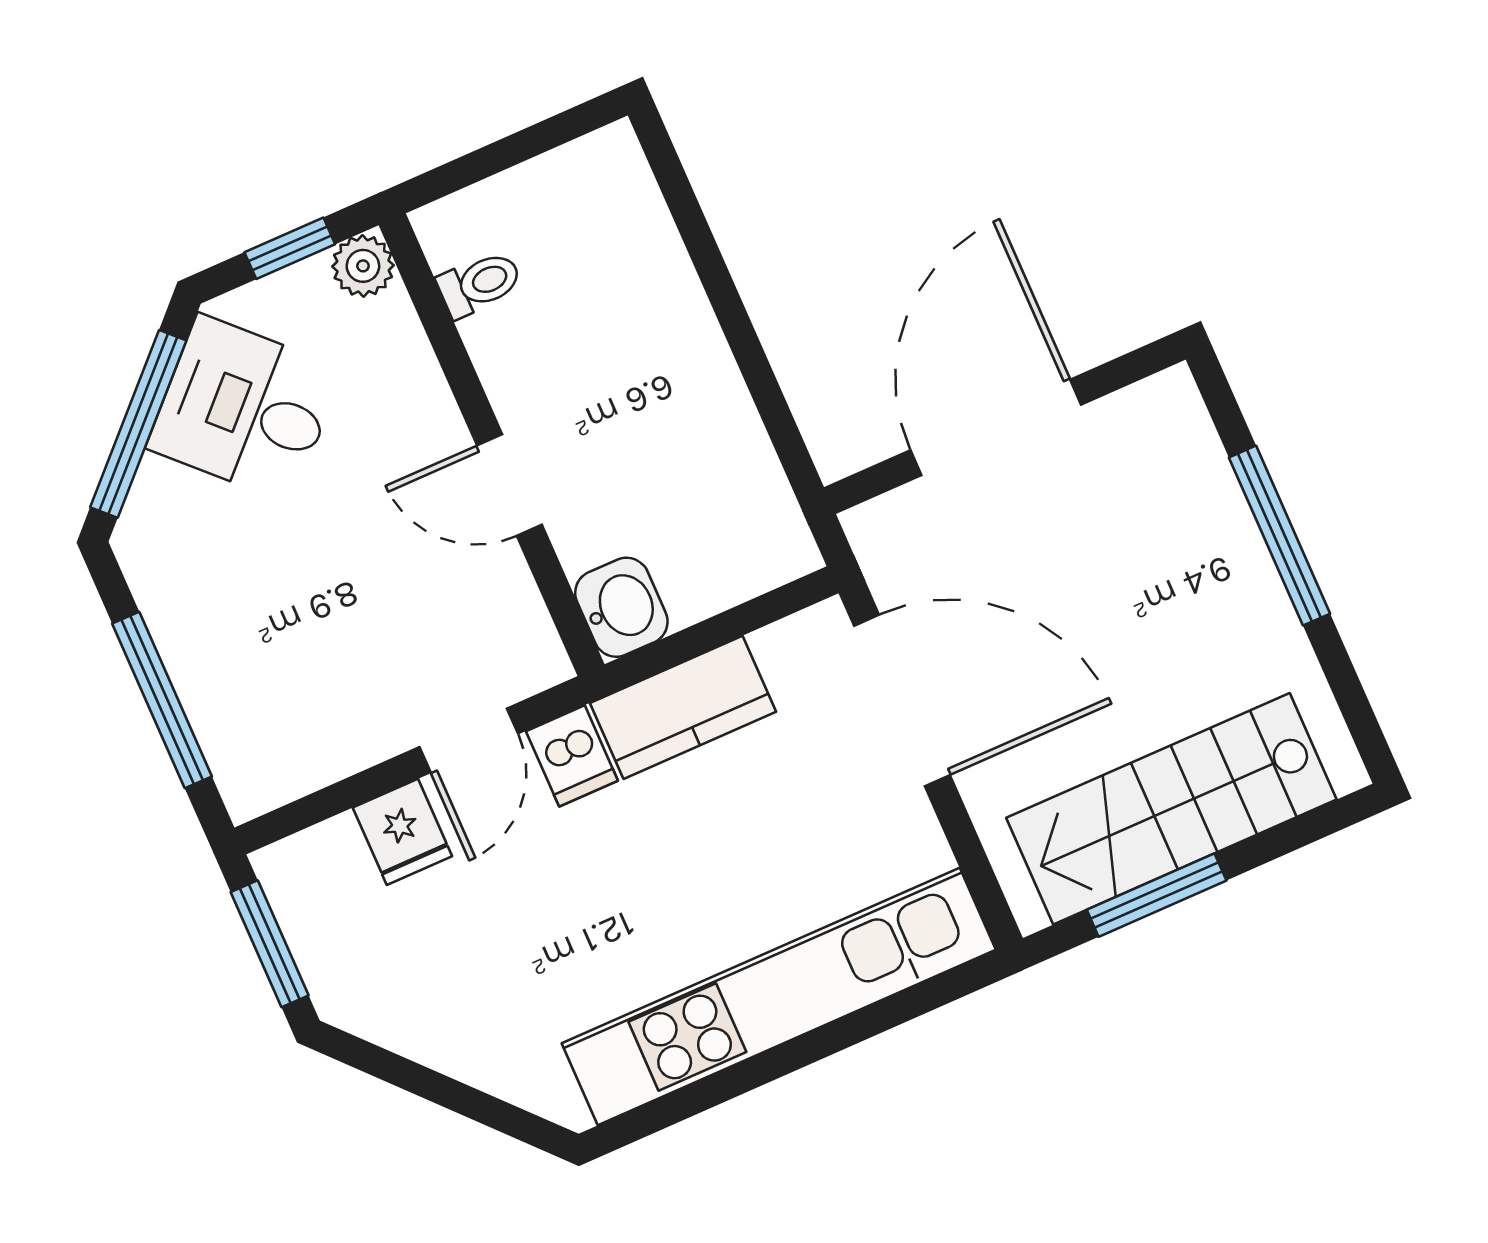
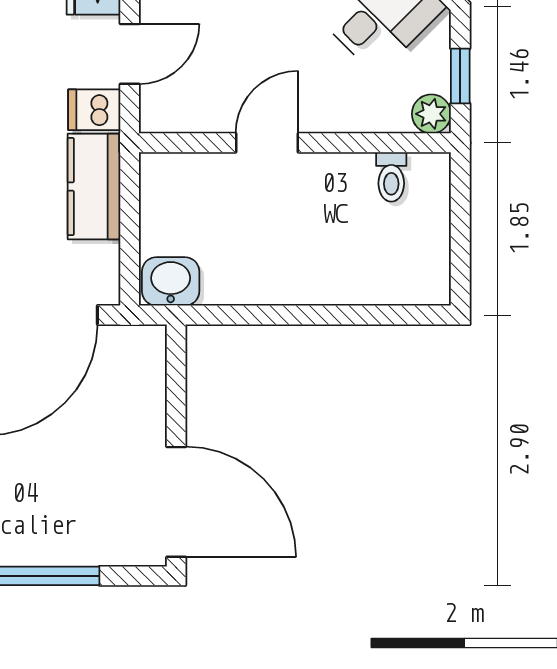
door: (996, 427) -> (176, 502), moved
washbasin: (621, 607) -> (171, 281), moved, turned 180
door: (469, 740) -> (130, 54), swing flipped

